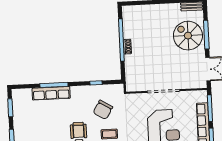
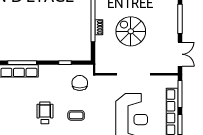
spiral stairs: (188, 36) -> (131, 31), moved
chair: (103, 110) -> (80, 83), moved, turned 149

